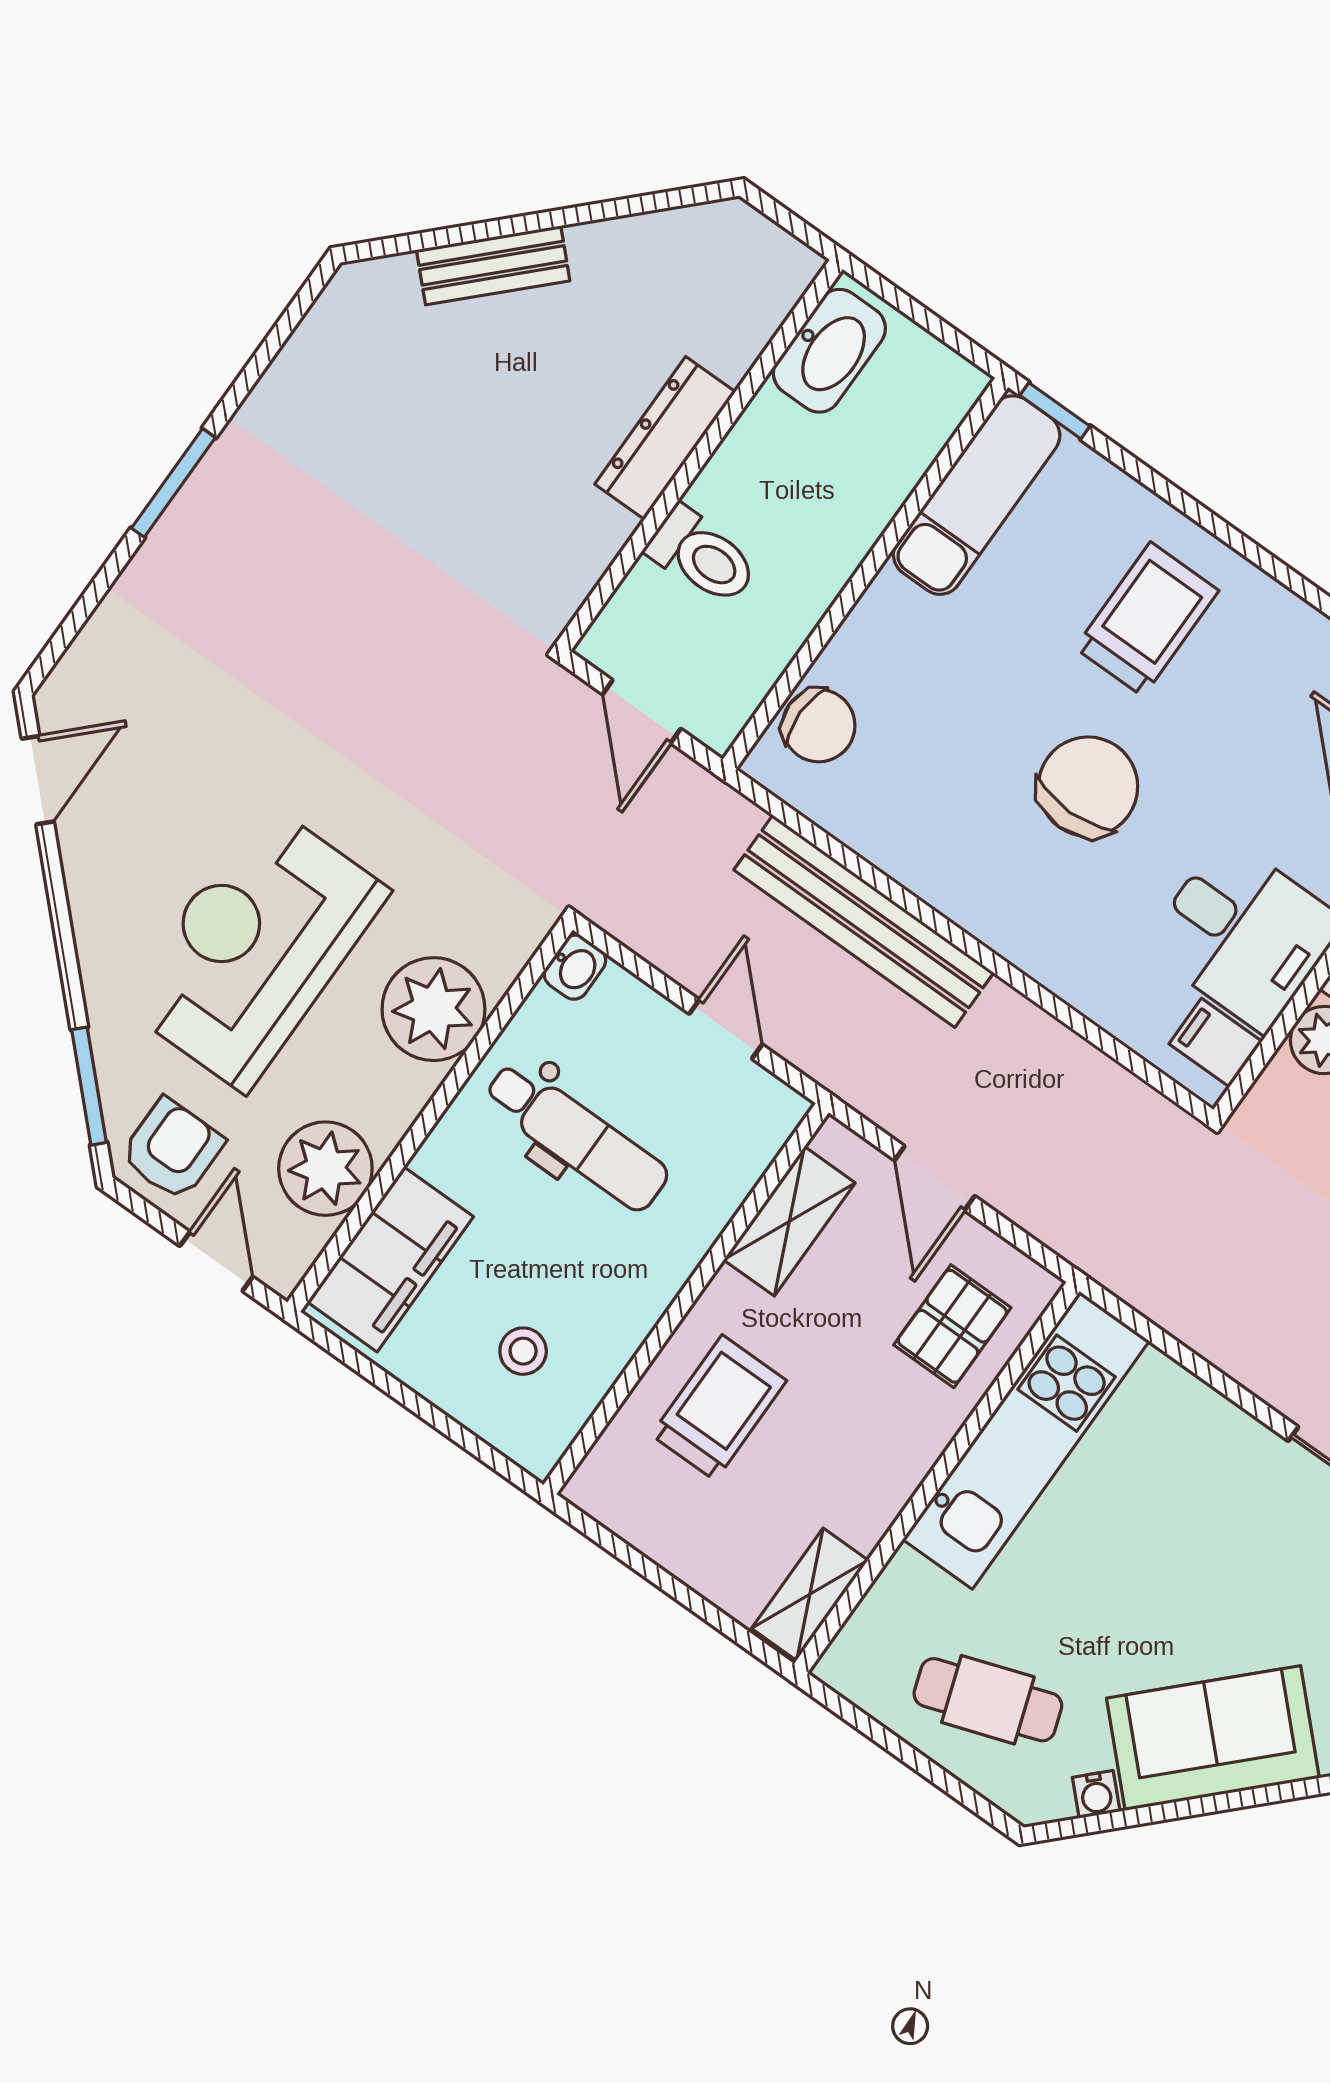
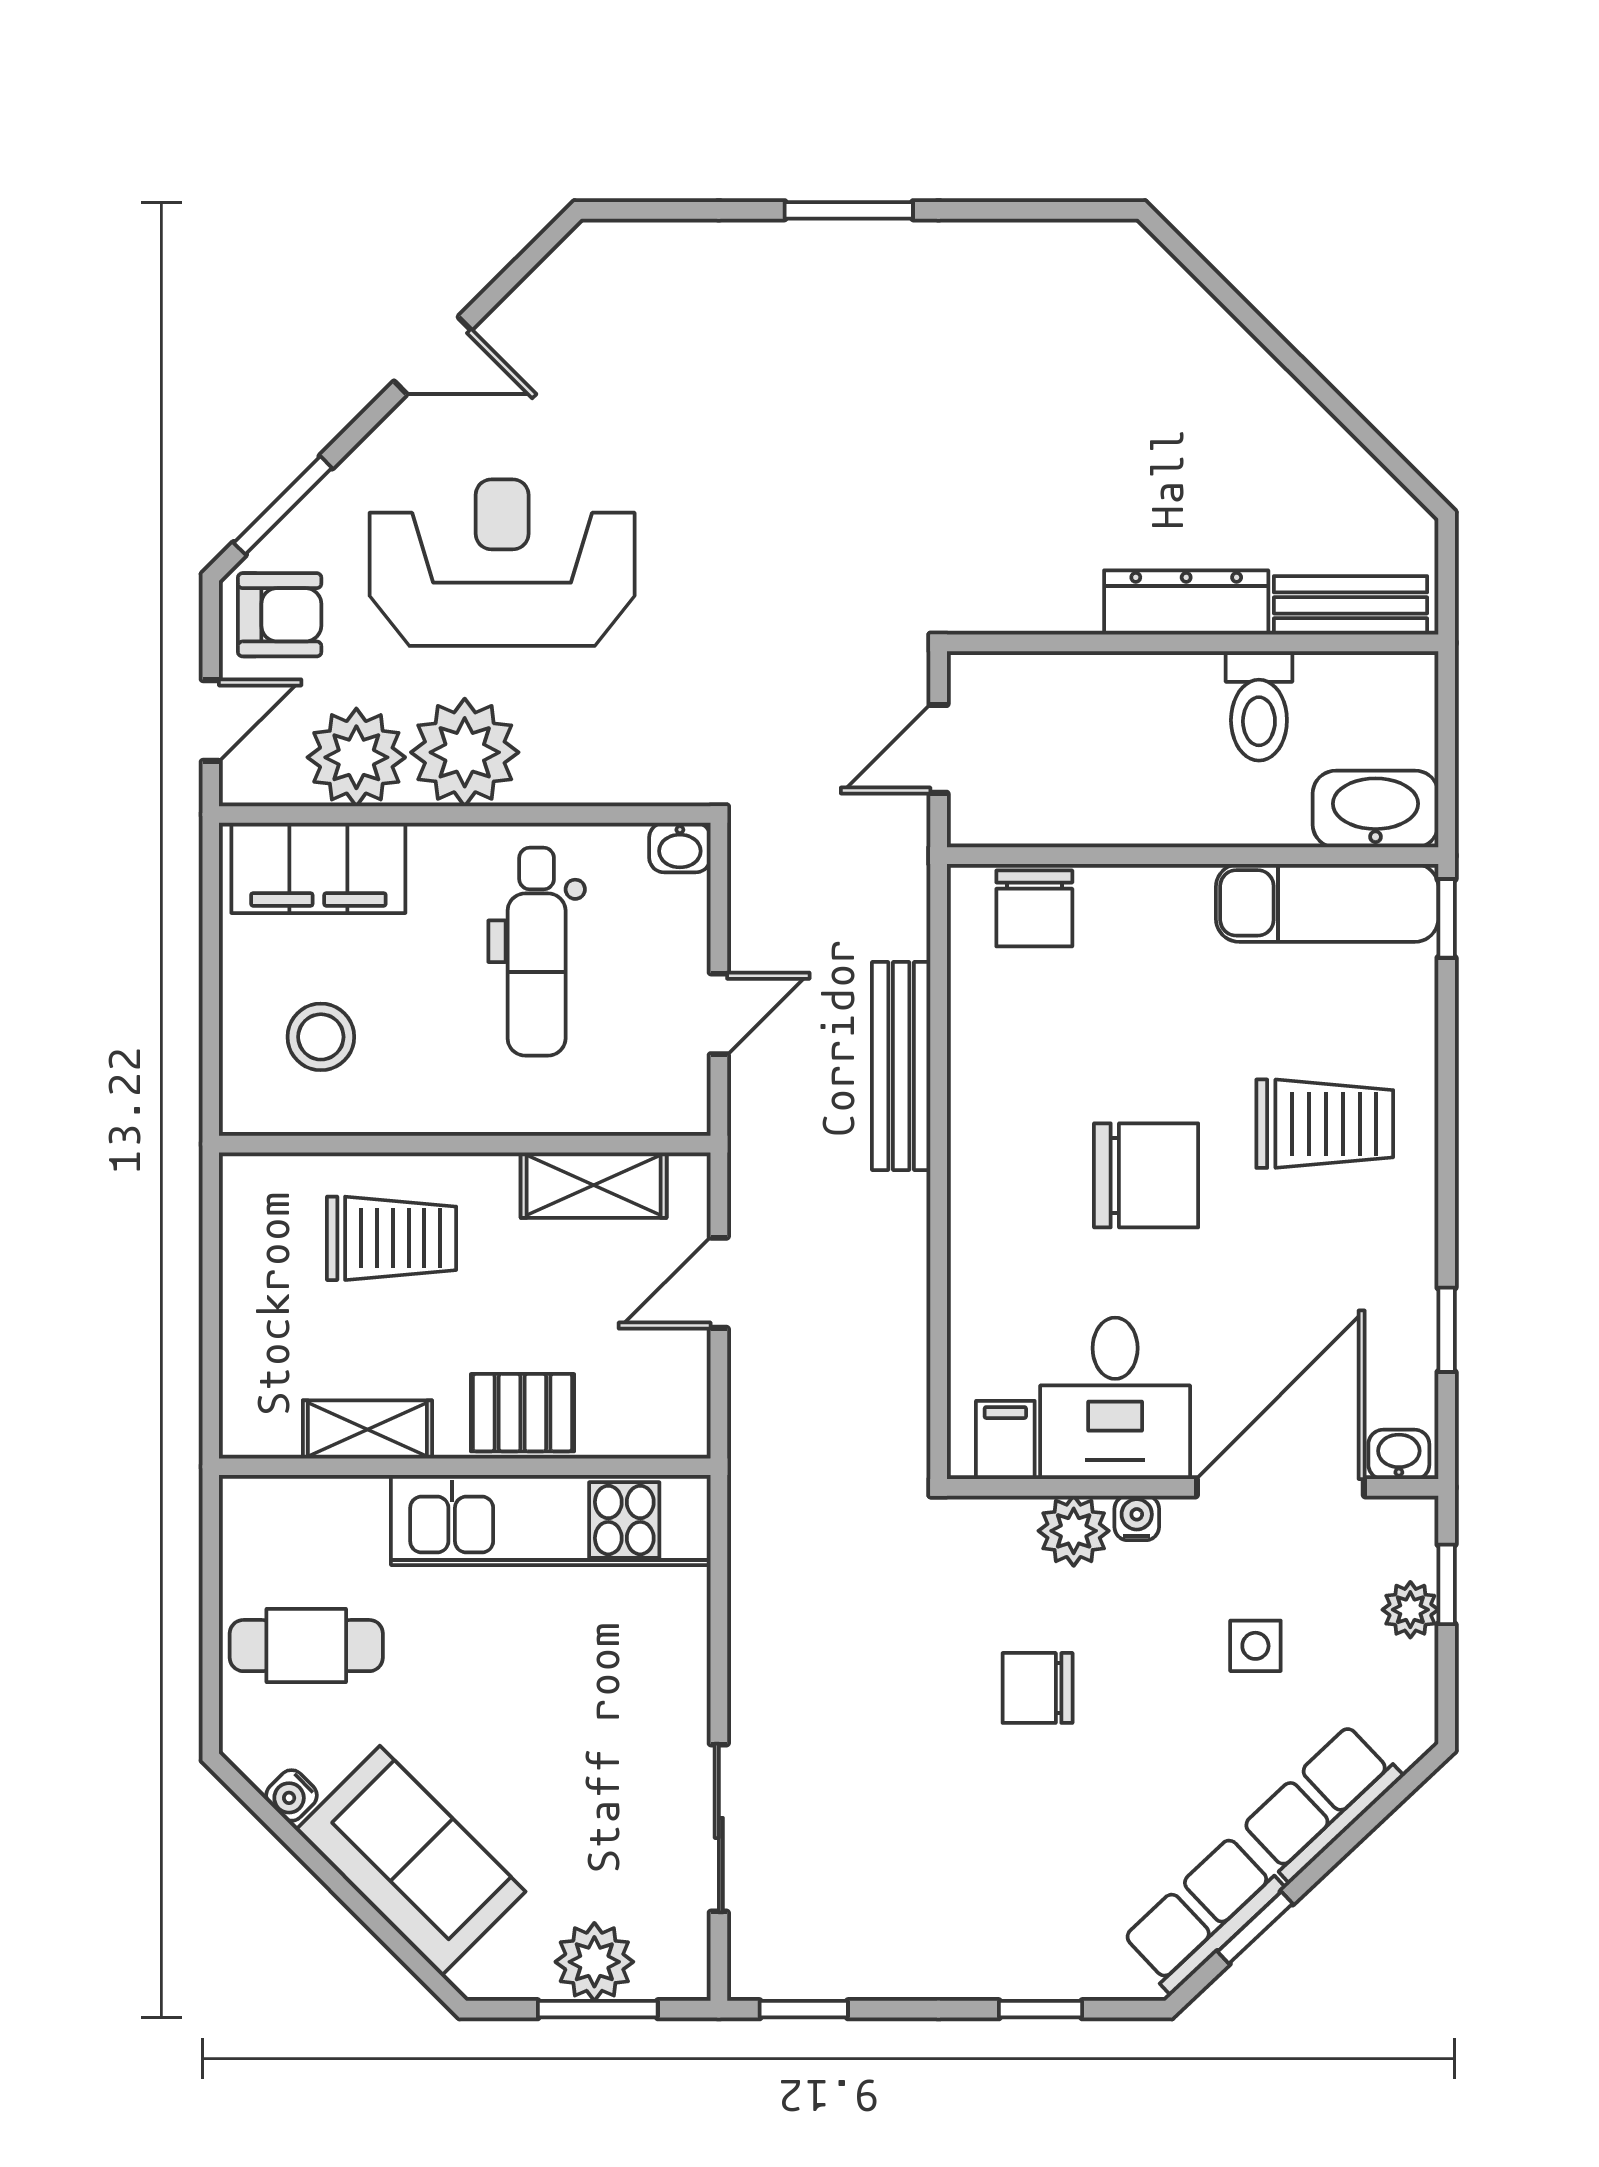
bench: (493, 265) -> (1351, 605), moved, turned -45
washbasin: (829, 351) -> (1376, 809), moved, turned 180
toilet: (702, 556) -> (1259, 706), moved
door: (38, 780) -> (433, 356), moved
bench: (864, 921) -> (901, 1066), width x0.73, depth x0.82
plant: (433, 1009) -> (465, 752), moved
pallet: (952, 1326) -> (522, 1413), moved
stool: (523, 1351) -> (321, 1037), width x1.37, depth x1.37
shelving: (810, 1594) -> (367, 1429), moved
cafe table: (988, 1700) -> (306, 1646), turned -71

